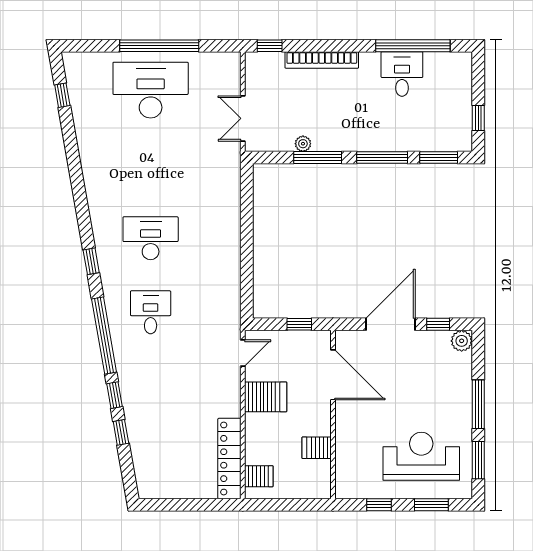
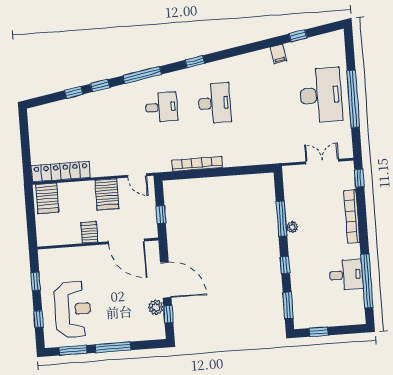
window: (62, 95) -> (298, 36), moved
double door: (243, 118) -> (322, 162), moved
plant: (303, 144) -> (292, 227), moved
filing cabinet: (89, 145) -> (278, 54), added
window: (382, 158) -> (285, 265), width x0.46
bookcase: (233, 269) -> (197, 164), added
window: (104, 335) -> (142, 75), width x0.68
plant: (462, 341) -> (156, 307), moved
door: (333, 375) -> (126, 241), hinge flipped
server rack: (317, 448) -> (89, 232), moved
server rack: (259, 476) -> (47, 198), width x1.36, depth x1.44
window: (431, 505) -> (38, 319), width x0.67

